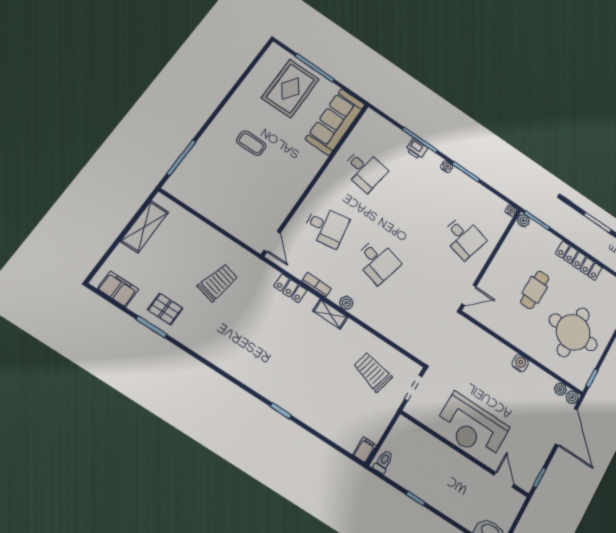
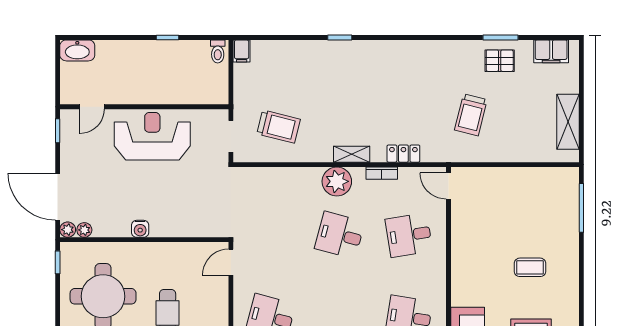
plant: (346, 303) -> (337, 181), width x1.88, depth x1.88
door: (504, 480) -> (92, 107), hinge flipped

